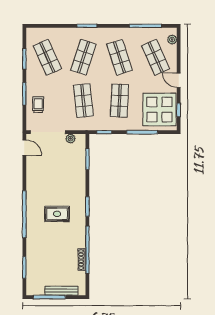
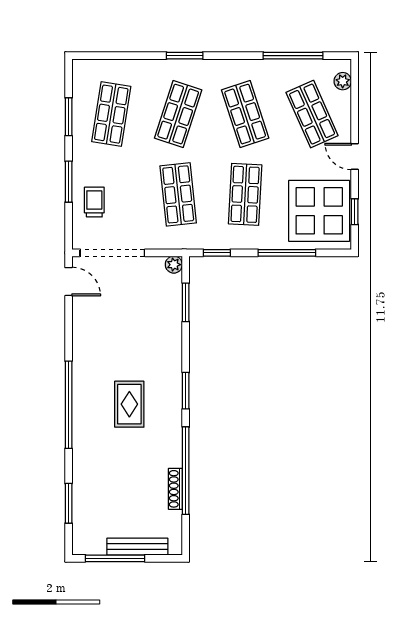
shop shelf: (47, 57) -> (111, 114), turned 33
plant: (71, 139) -> (174, 265), moved
rug: (57, 214) -> (129, 404), turned 90

